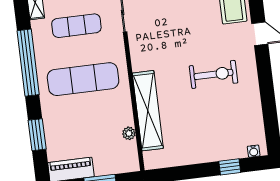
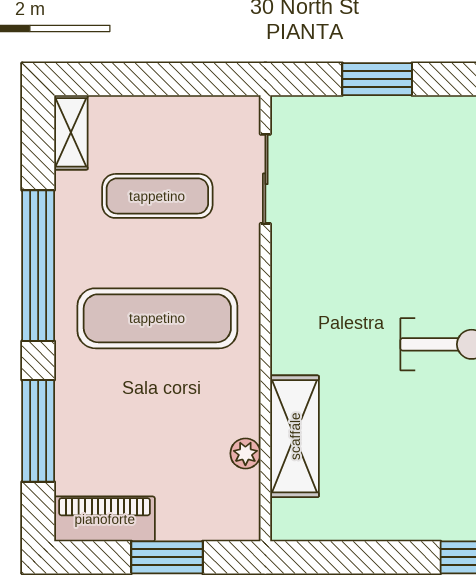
shelving: (148, 111) -> (295, 436), width x0.68
window: (37, 135) -> (38, 431), width x1.44

